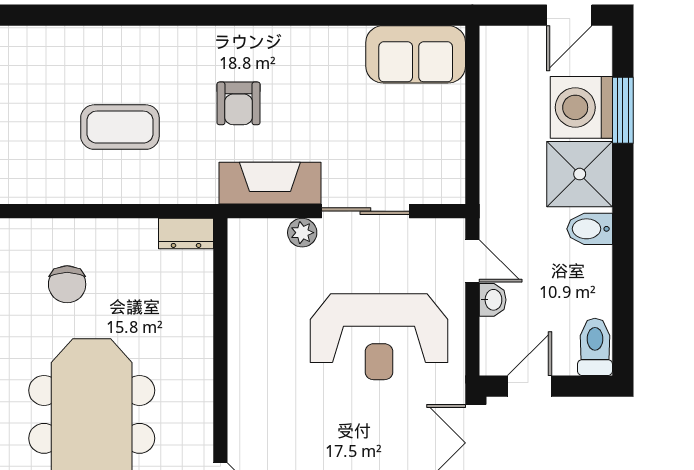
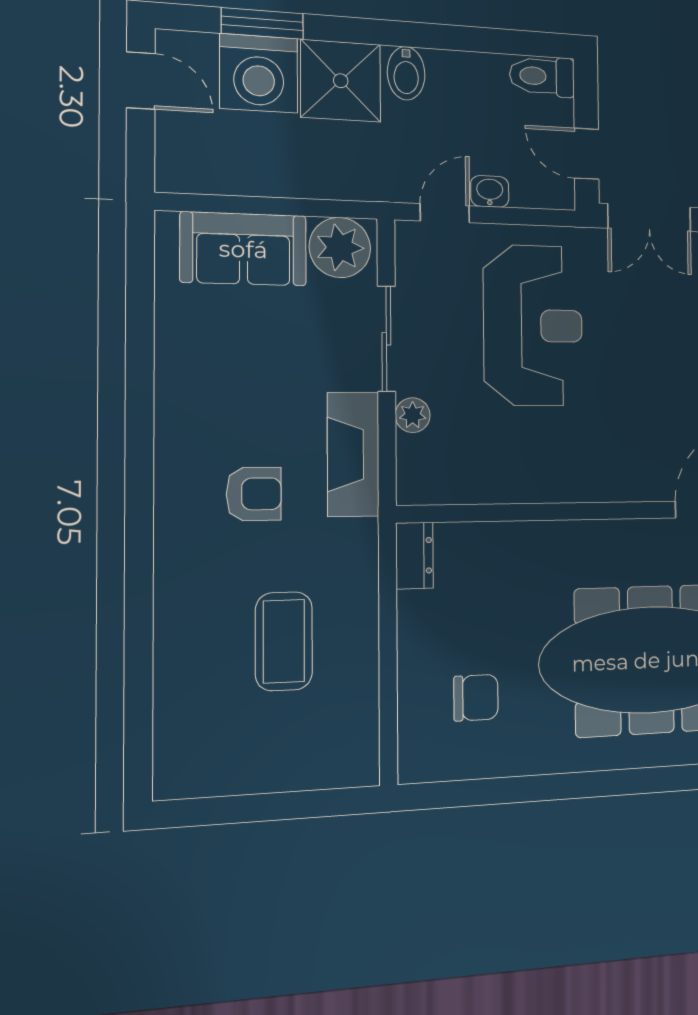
sofa: (416, 54) -> (243, 249), moved, turned 90
plant: (440, 173) -> (340, 248), added

